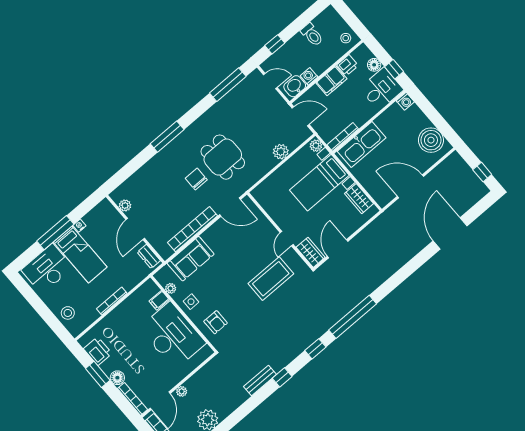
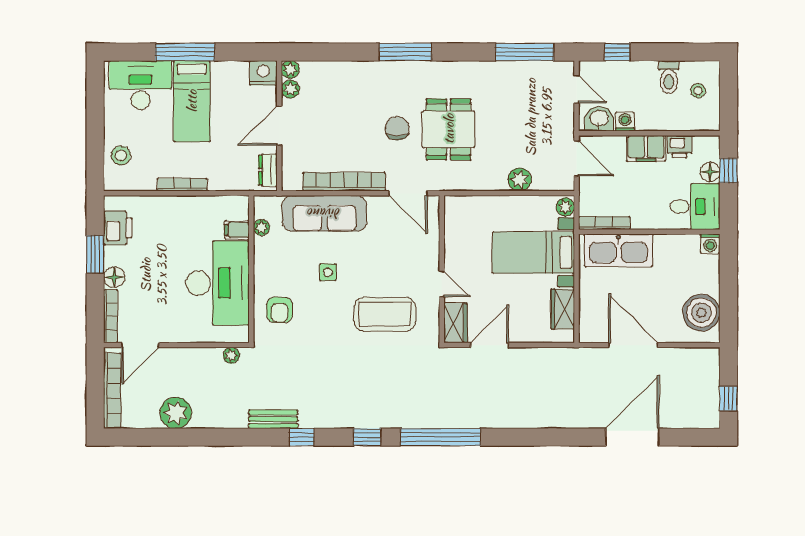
stool: (346, 38) -> (698, 91), moved
window: (394, 69) -> (728, 171), moved
plant: (116, 196) -> (290, 69), added
nightstand: (79, 226) -> (263, 73), moved, width x1.89, depth x1.79
door: (287, 239) -> (442, 284), swing flipped
sofa: (191, 259) -> (324, 213), width x1.36
side table: (191, 302) -> (328, 272), moved
plant: (182, 391) -> (231, 355), moved

